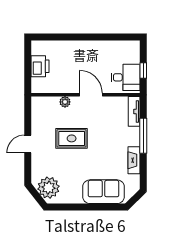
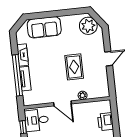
tv unit: (134, 111) -> (25, 79), moved
window: (143, 136) -> (17, 75), width x1.46
rug: (72, 138) -> (74, 67), turned 90

